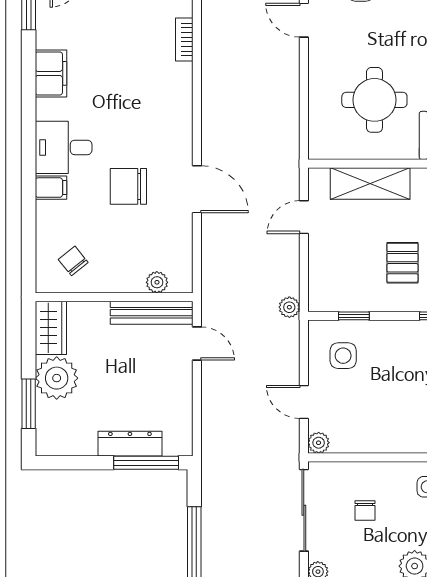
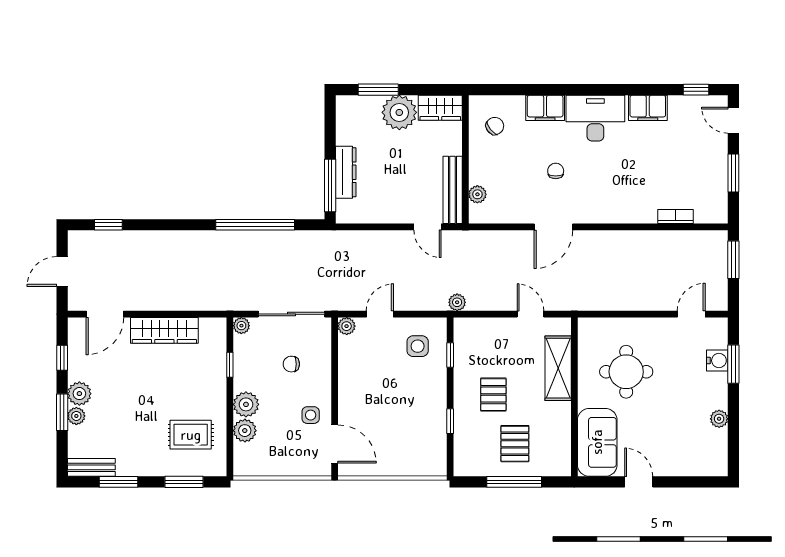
desk: (64, 147) -> (595, 118), width x1.37
chair: (128, 186) -> (556, 171), width x0.54, depth x0.54
filing cabinet: (51, 188) -> (545, 108), width x2.00
pallet: (402, 263) -> (493, 395), turned 90
door: (197, 343) -> (427, 227), hinge flipped

